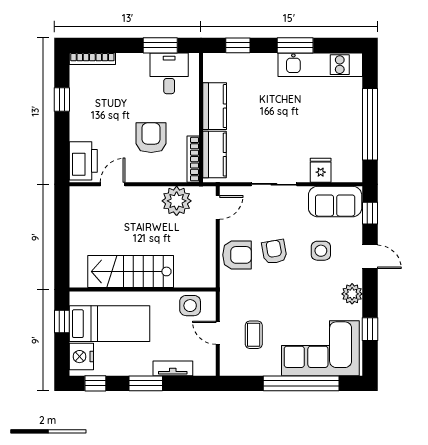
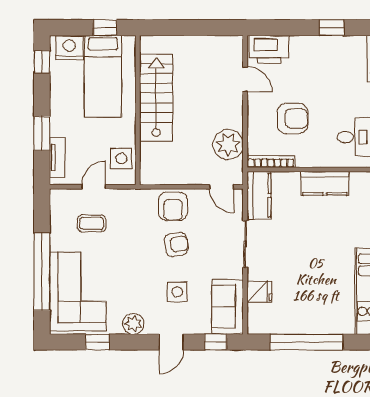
kitchen counter: (215, 155) -> (259, 195), moved, turned -90
tv unit: (173, 368) -> (57, 157), moved
window: (146, 383) -> (42, 133), moved

